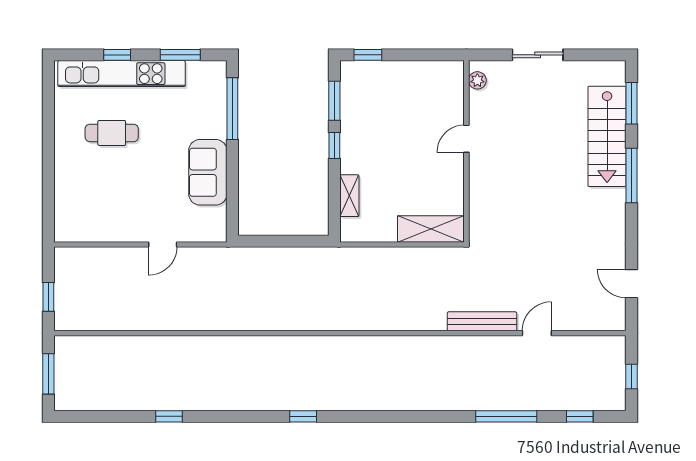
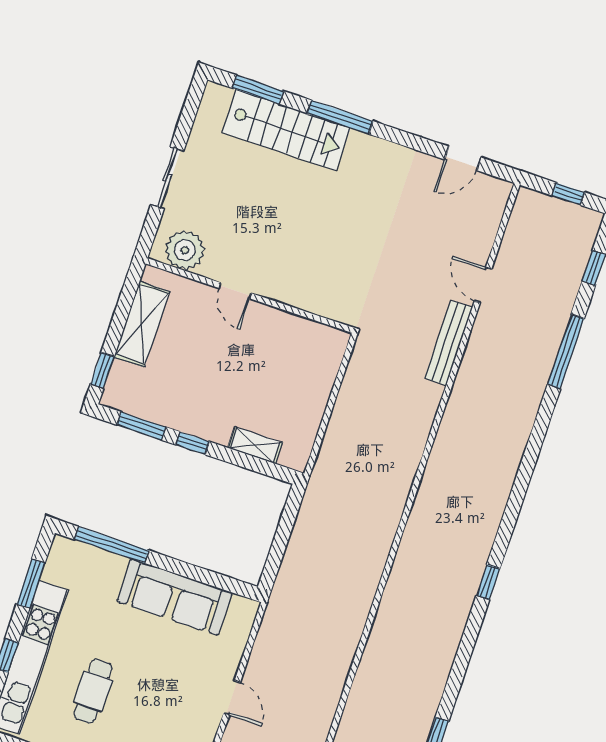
plant: (477, 80) -> (185, 250), width x1.88, depth x1.88
sofa: (208, 172) -> (174, 597), width x1.36
shelving: (431, 229) -> (142, 324), moved
door: (163, 244) -> (232, 698), moved

